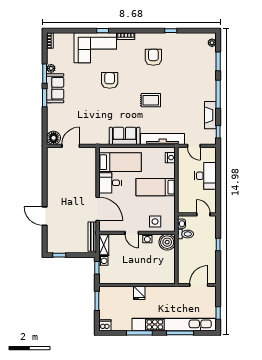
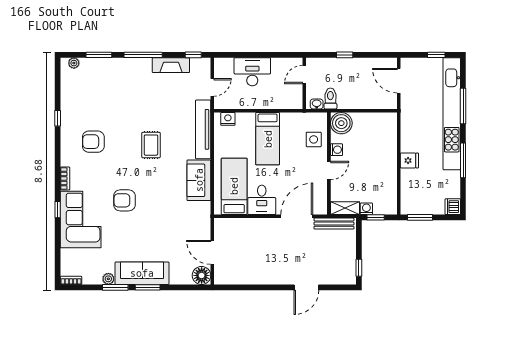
sofa: (55, 88) -> (142, 273), width x1.36

